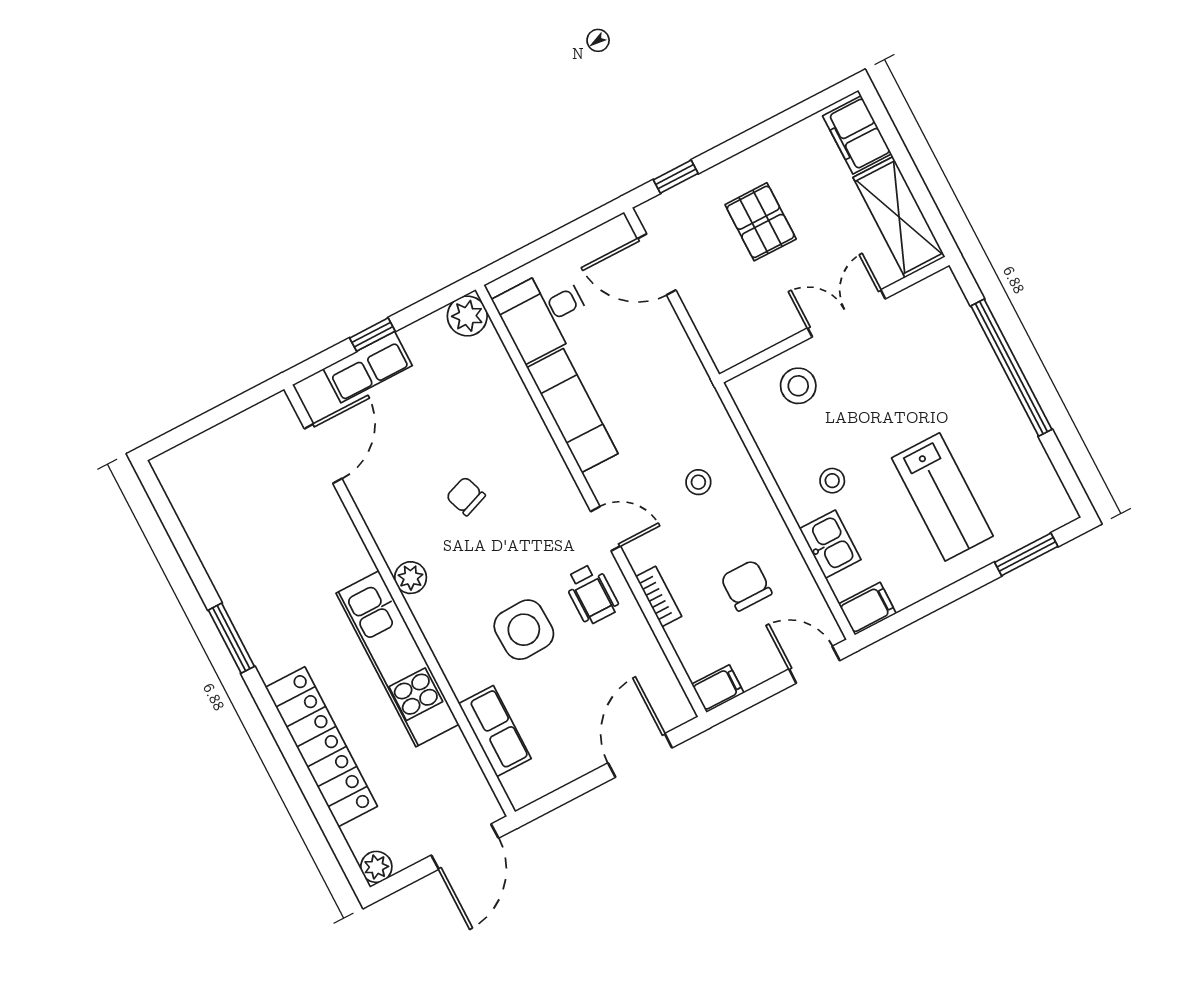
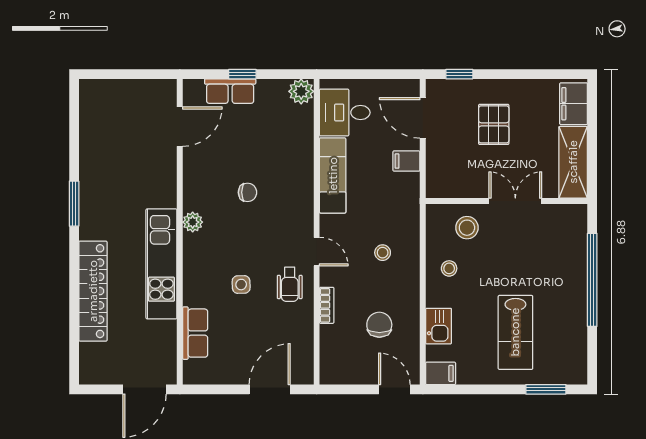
stool: (832, 481) -> (449, 268), moved
chair: (466, 496) -> (248, 192), turned 110
side table: (524, 630) -> (241, 285), width x0.54, depth x0.54
filing cabinet: (718, 689) -> (406, 161), moved, turned 180
plant: (376, 867) -> (89, 375), removed

